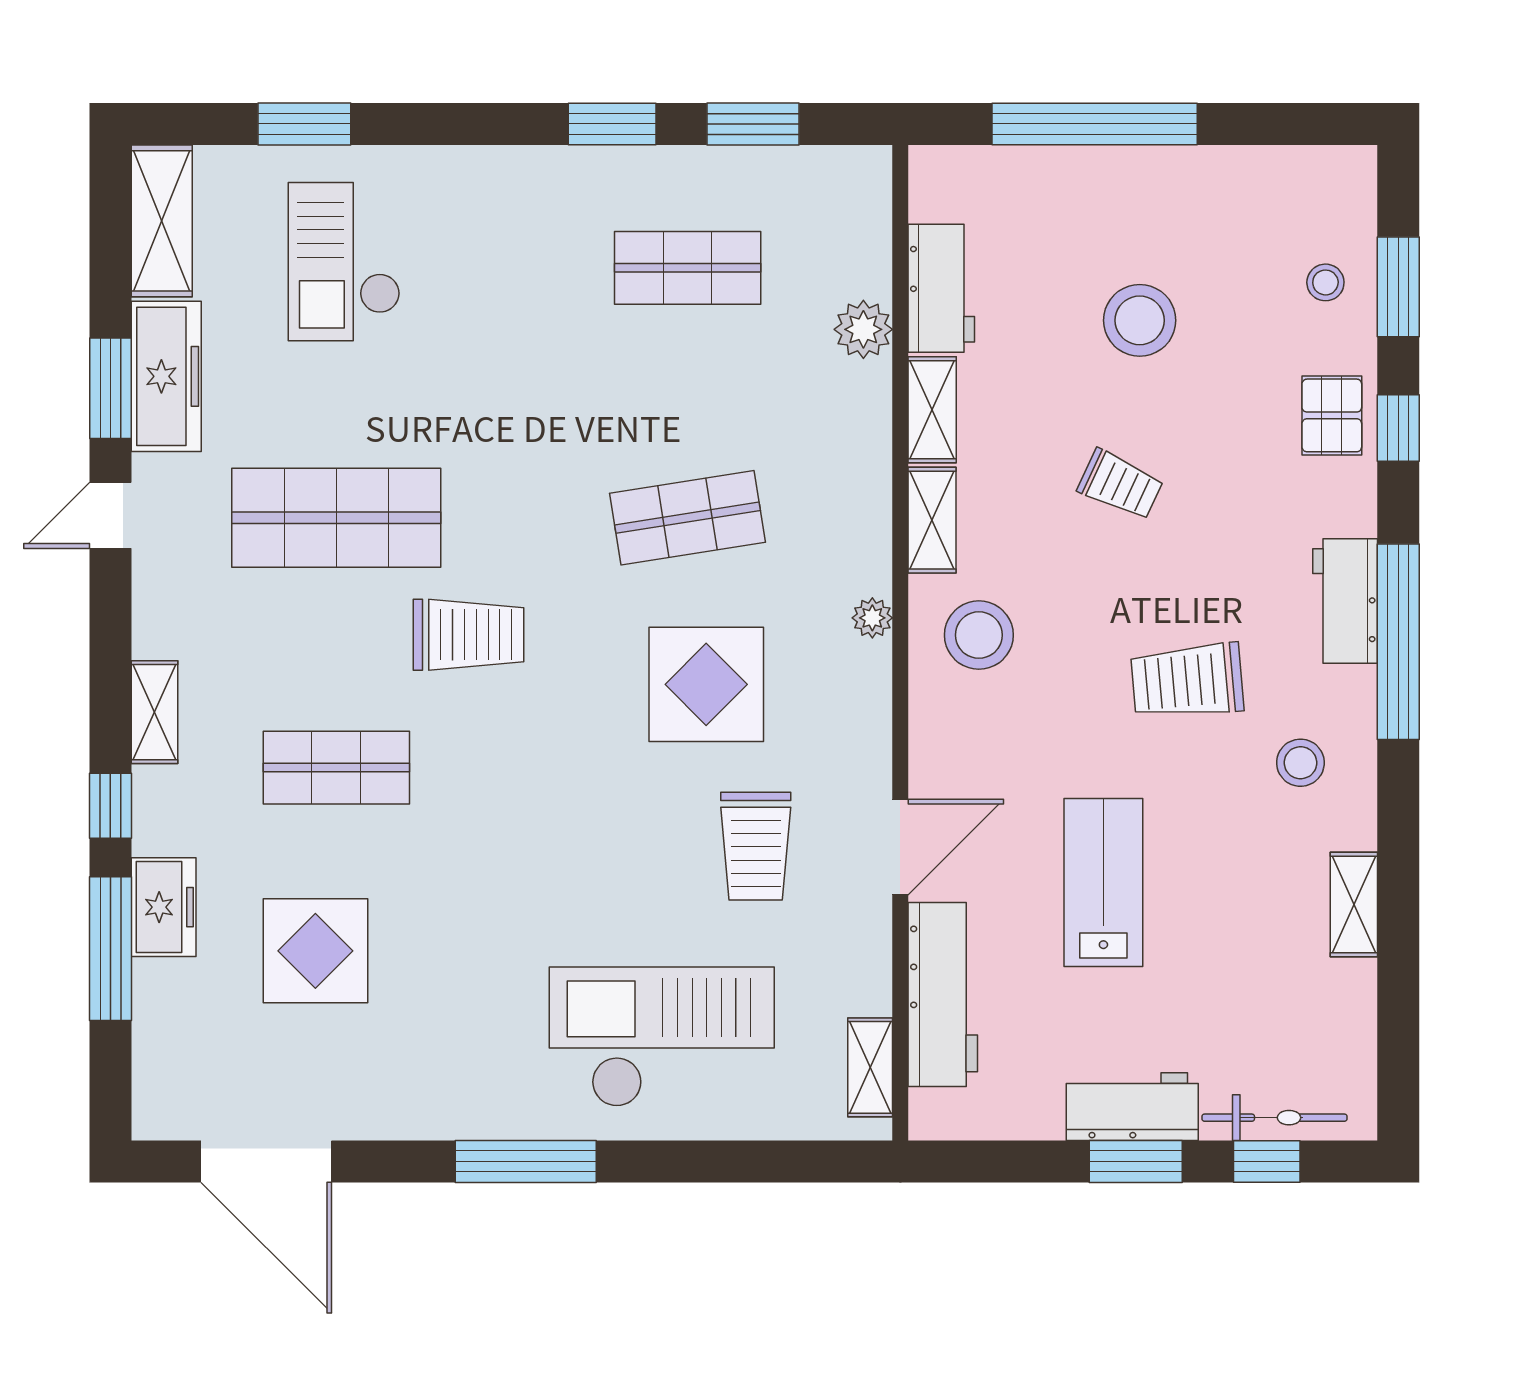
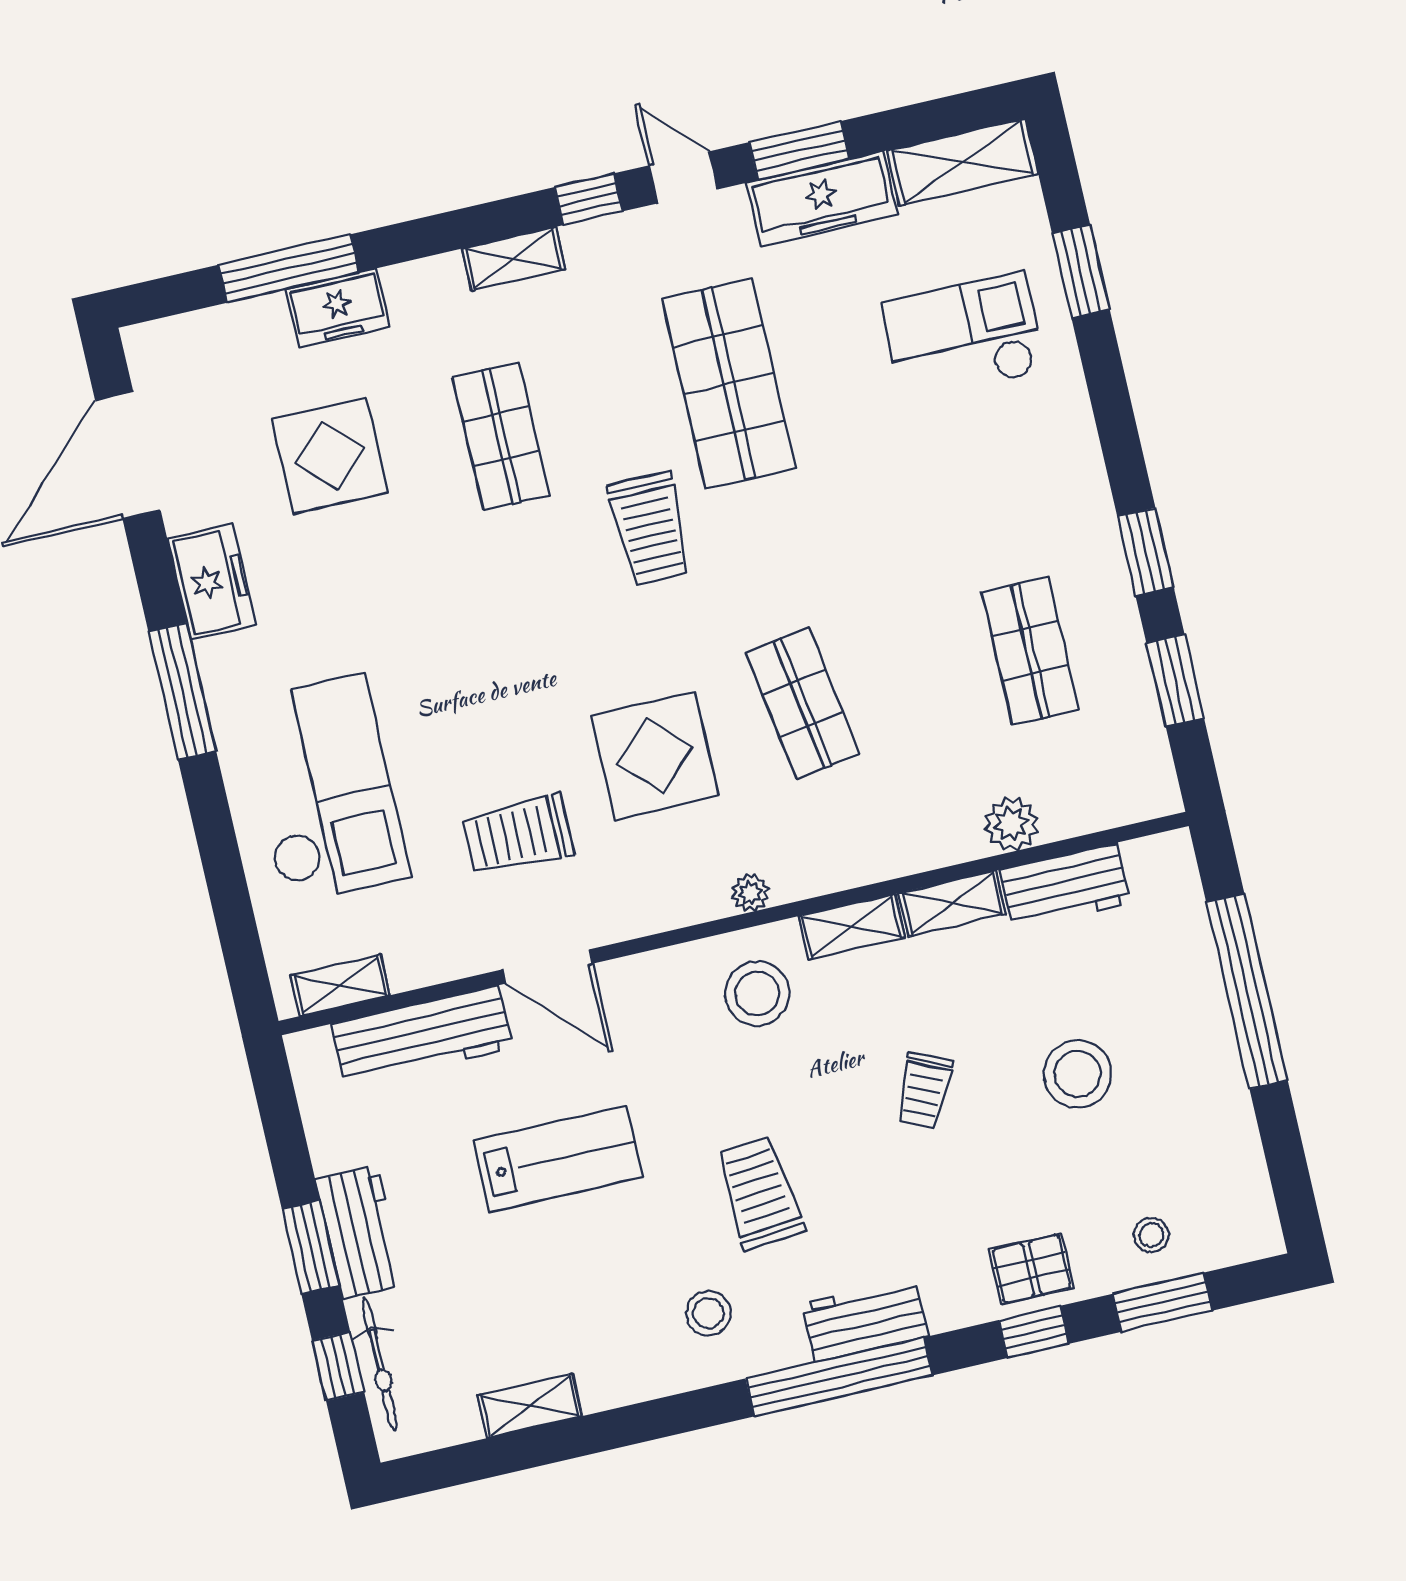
window: (110, 806) -> (588, 199), moved
shelving: (1354, 904) -> (530, 1406), moved
freezer: (418, 1104) -> (212, 582), added

